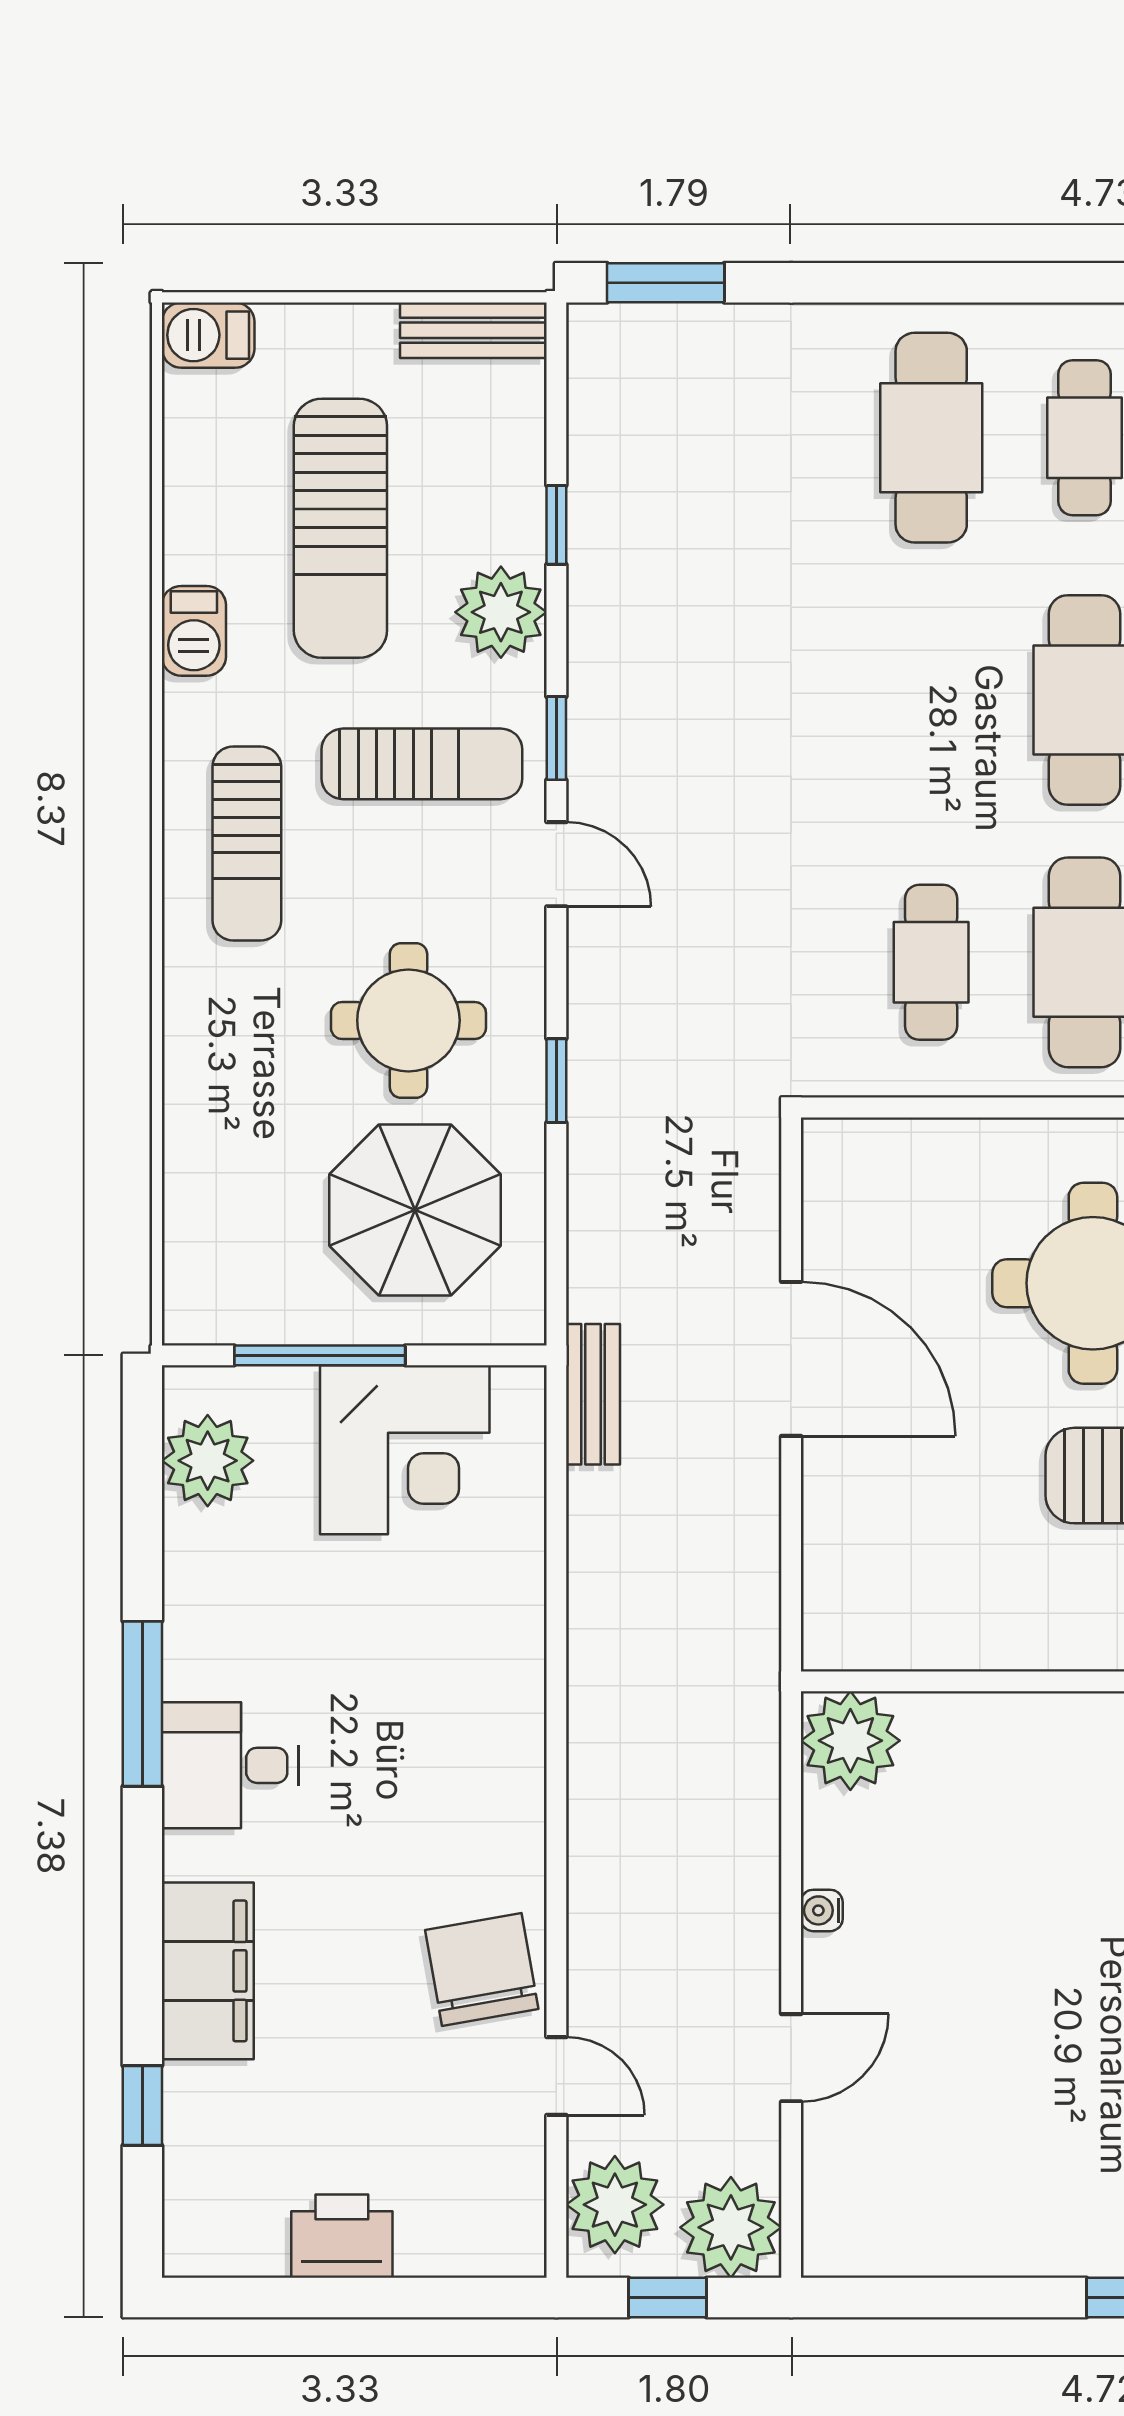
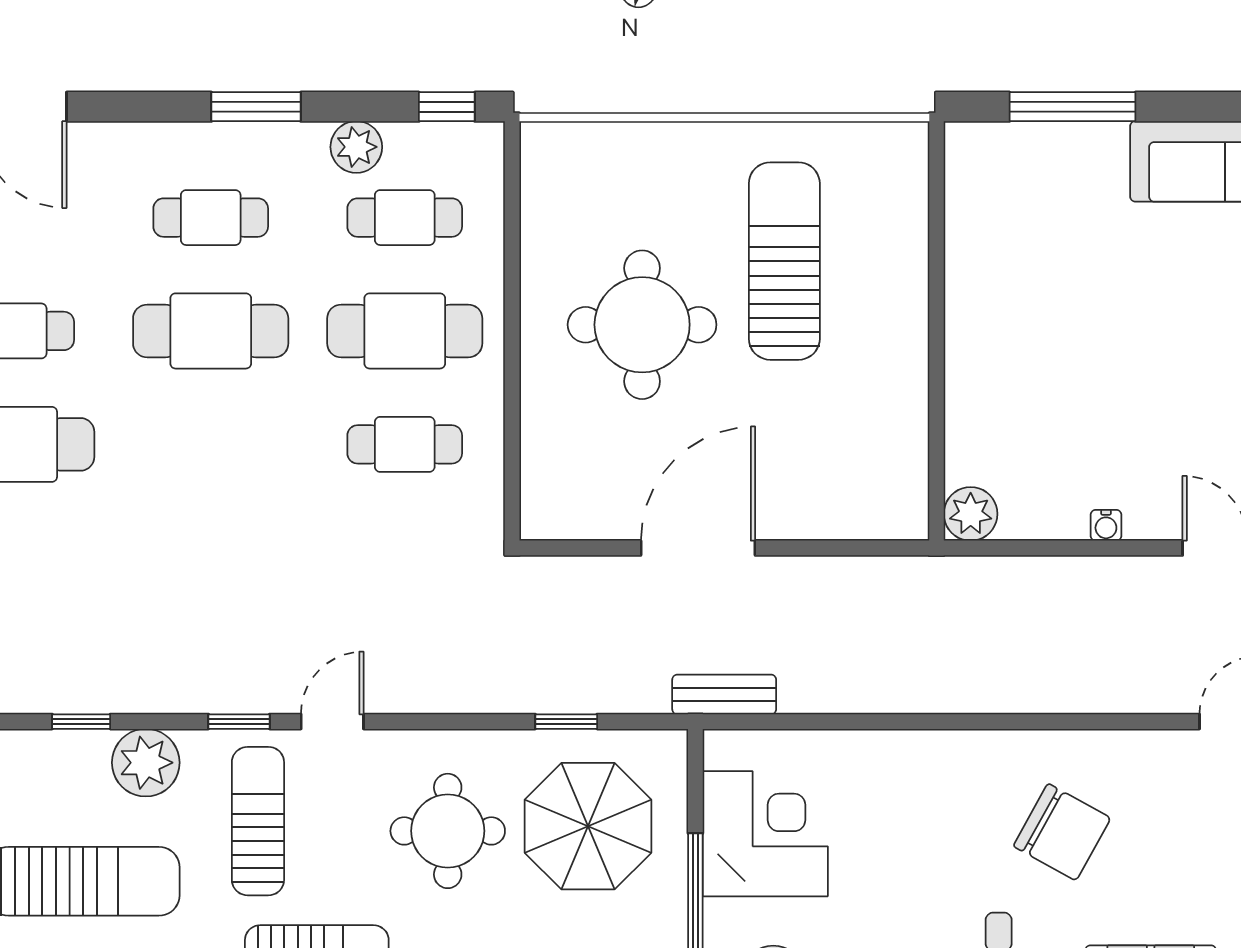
window: (556, 1081) -> (566, 722), moved
plant: (850, 1741) -> (971, 514), width x0.73, depth x0.73
chair: (482, 1969) -> (1062, 832), moved, turned -141

